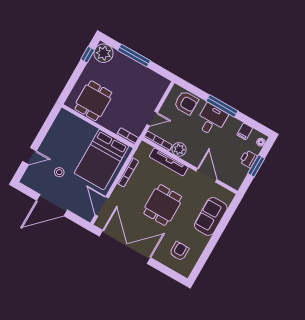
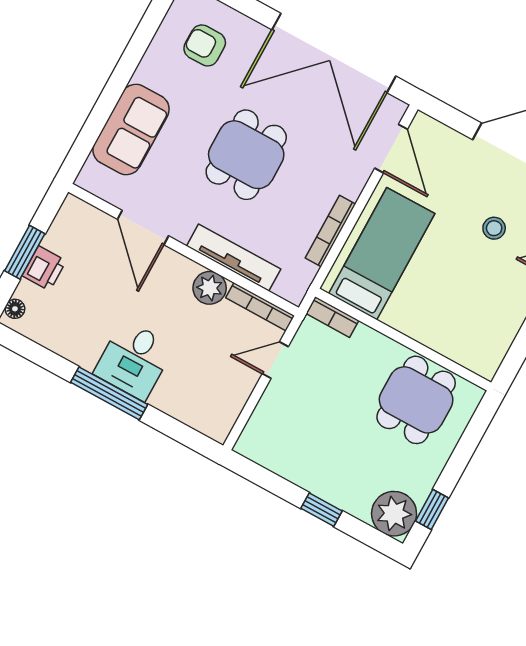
window: (134, 55) -> (321, 510), width x0.46
armchair: (186, 103) -> (195, 399), removed
filing cabinet: (245, 131) -> (54, 334), removed
bed: (102, 160) -> (382, 254), width x0.67
armchair: (179, 251) -> (205, 45), turned 90

